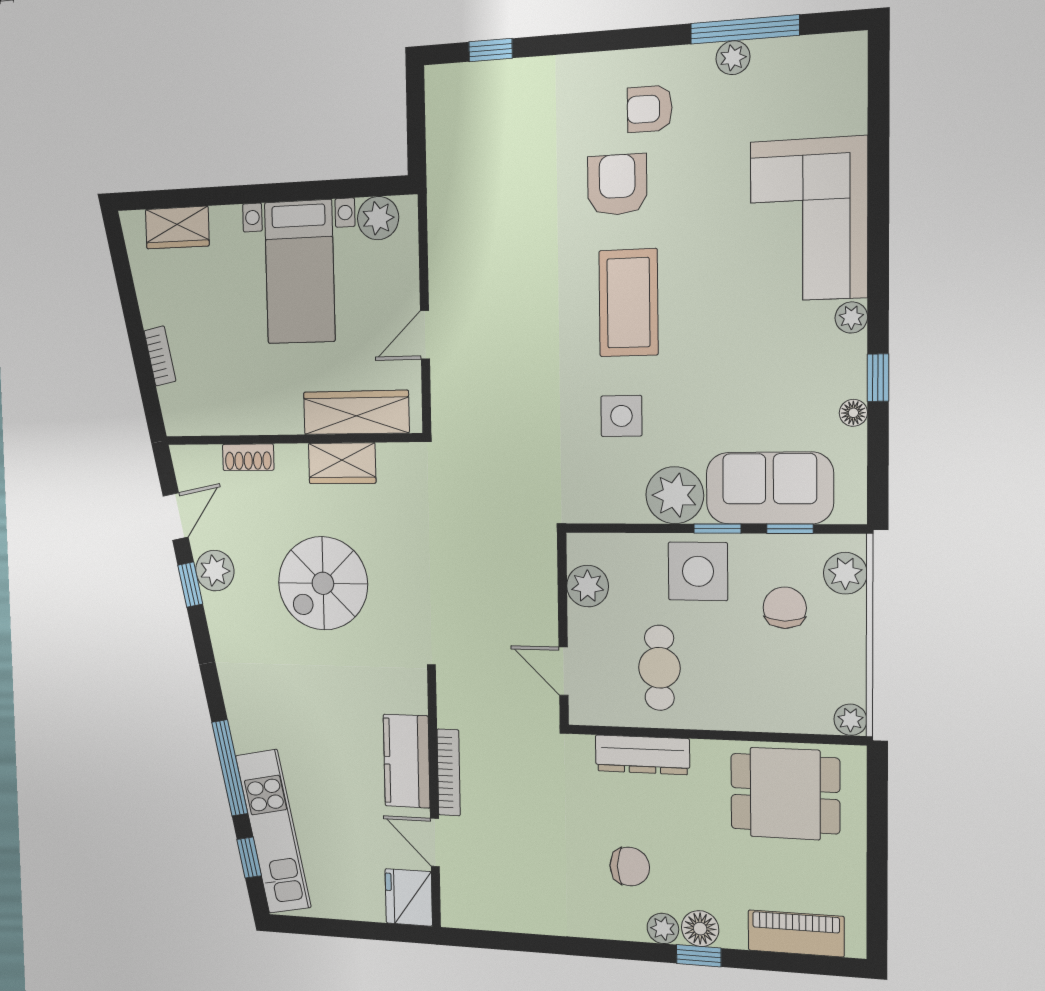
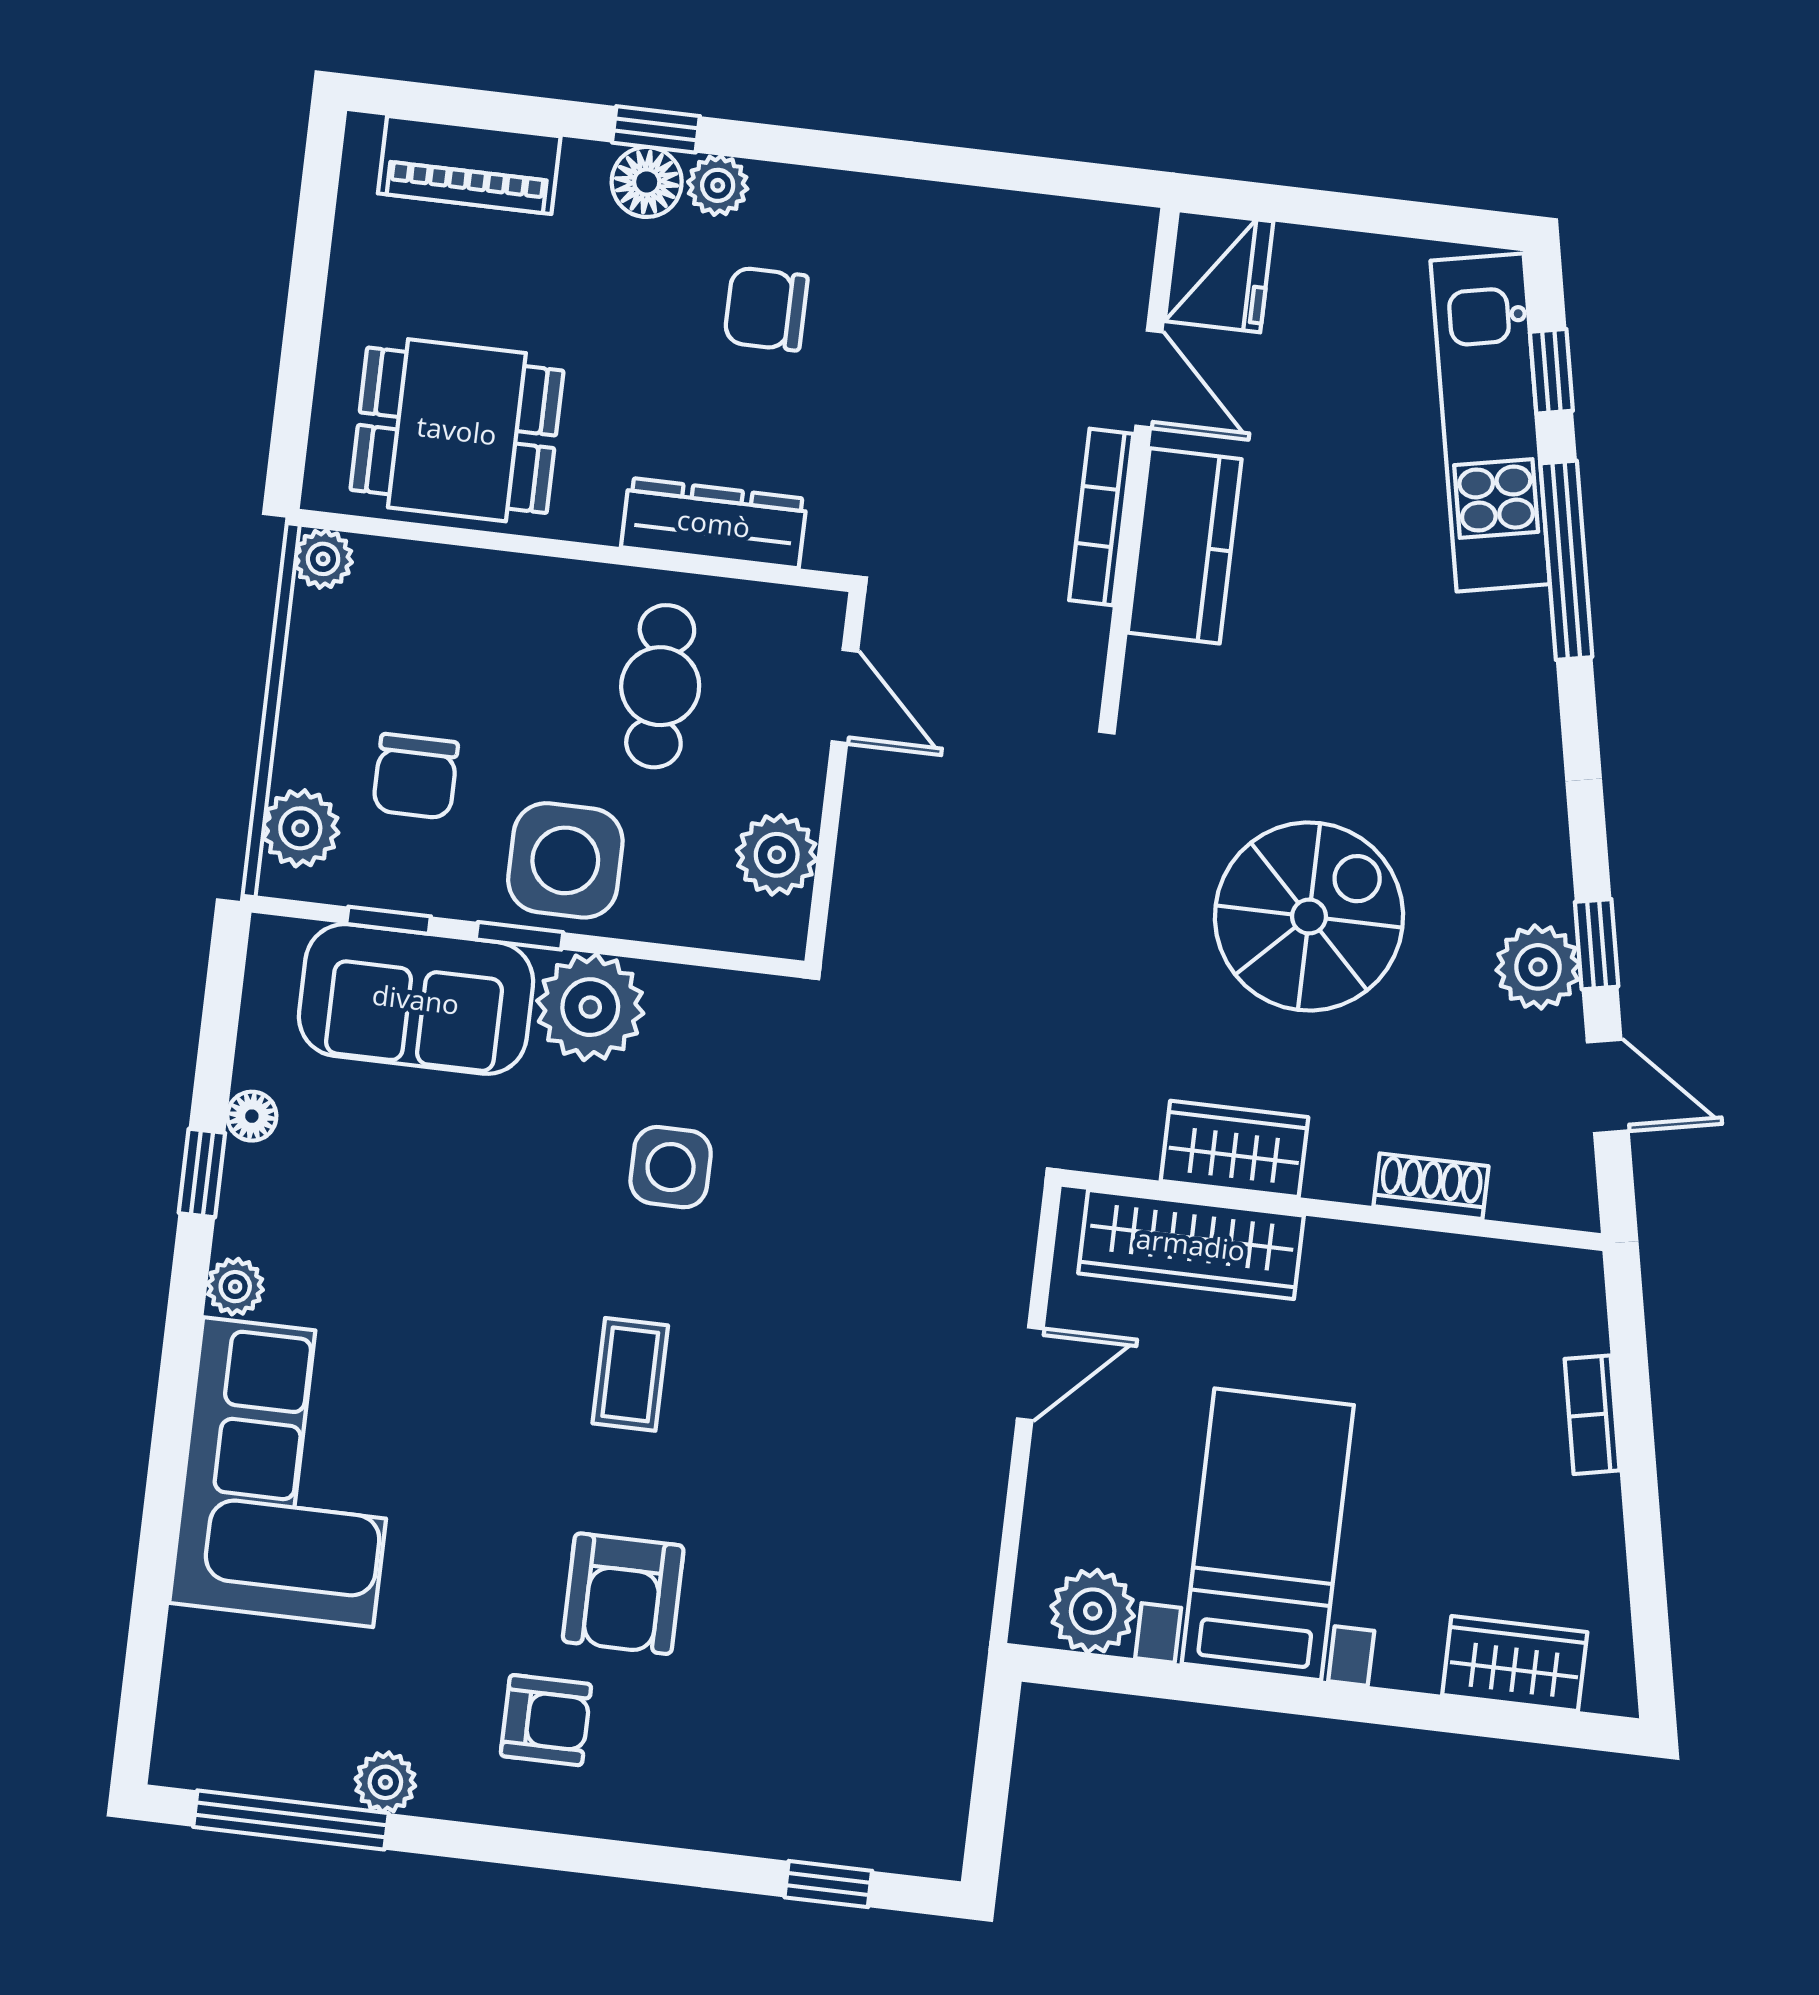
window: (745, 29) -> (291, 1820), moved
coffee table: (629, 303) -> (630, 1374), width x0.54, depth x0.58
door: (176, 517) -> (1608, 1086), swing flipped

